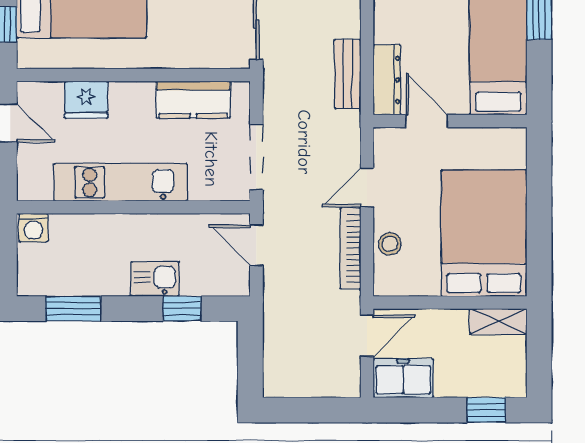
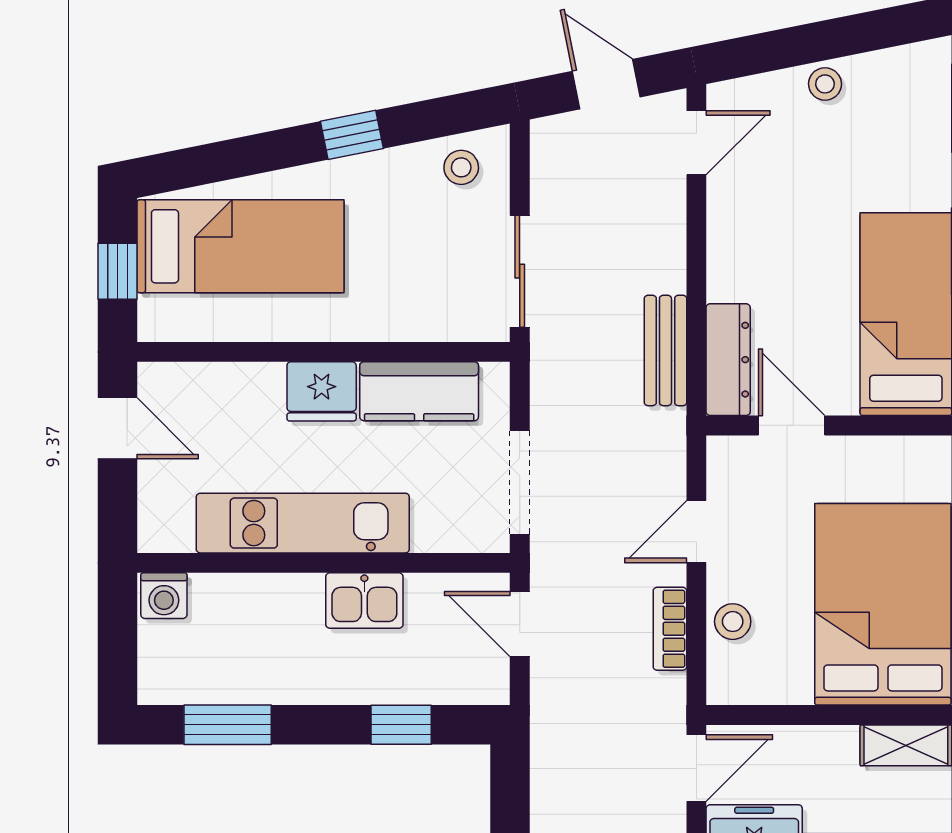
fridge: (86, 100) -> (322, 391), moved
bookcase: (350, 248) -> (670, 629), width x0.64
kitchen sink: (155, 279) -> (364, 601), moved, turned 180

